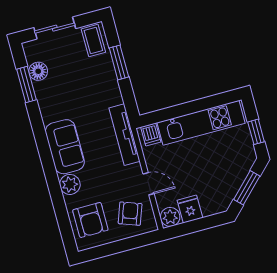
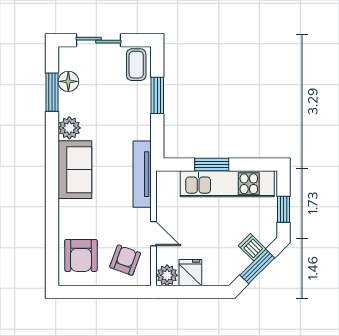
window: (183, 110) -> (212, 164), added
dishwasher: (151, 135) -> (252, 247), moved, turned 135
plant: (70, 184) -> (69, 128), moved

